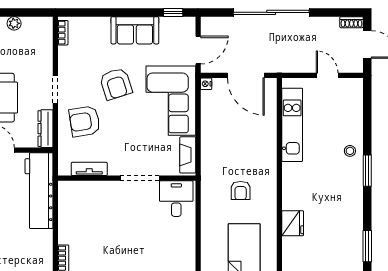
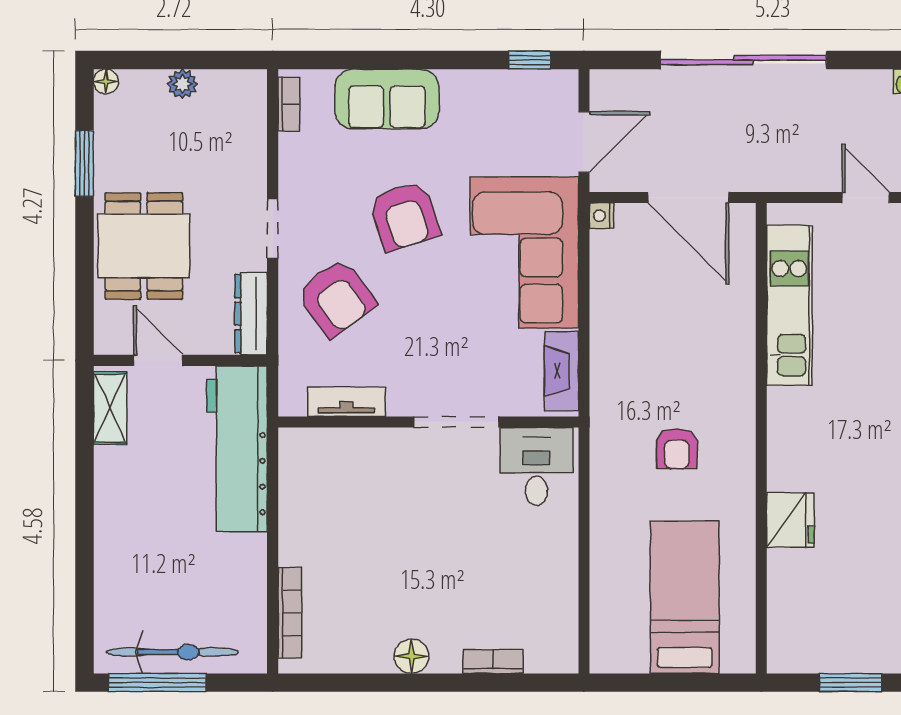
sofa: (135, 30) -> (387, 99), moved
armchair: (85, 121) -> (336, 298), turned -117

